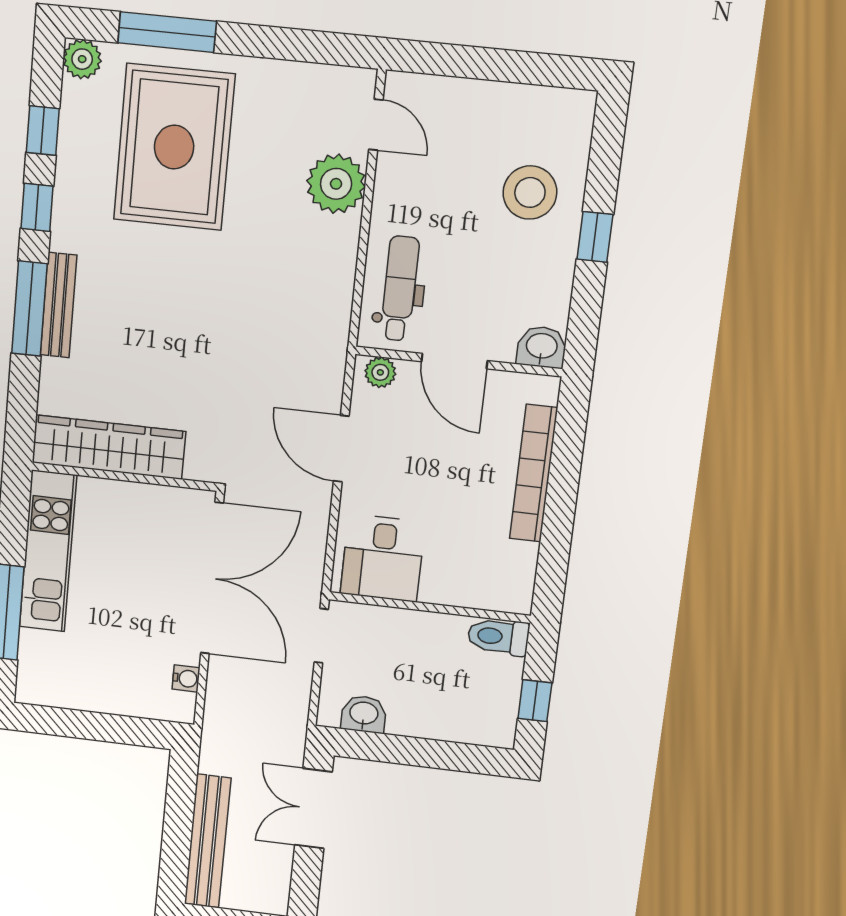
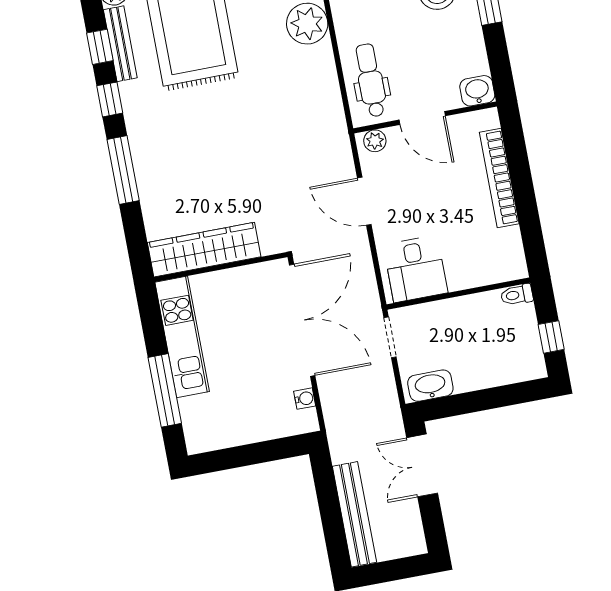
bench: (59, 305) -> (120, 44), moved
toilet: (498, 637) -> (517, 295), width x0.73, depth x0.72
washbasin: (364, 714) -> (430, 386), width x1.38

